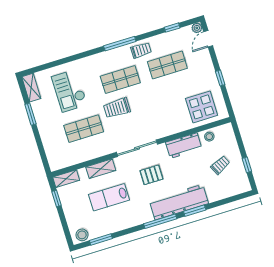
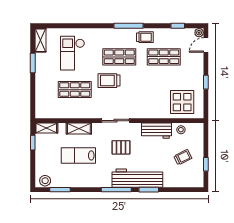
sliding door: (137, 148) -> (115, 121), width x0.73

